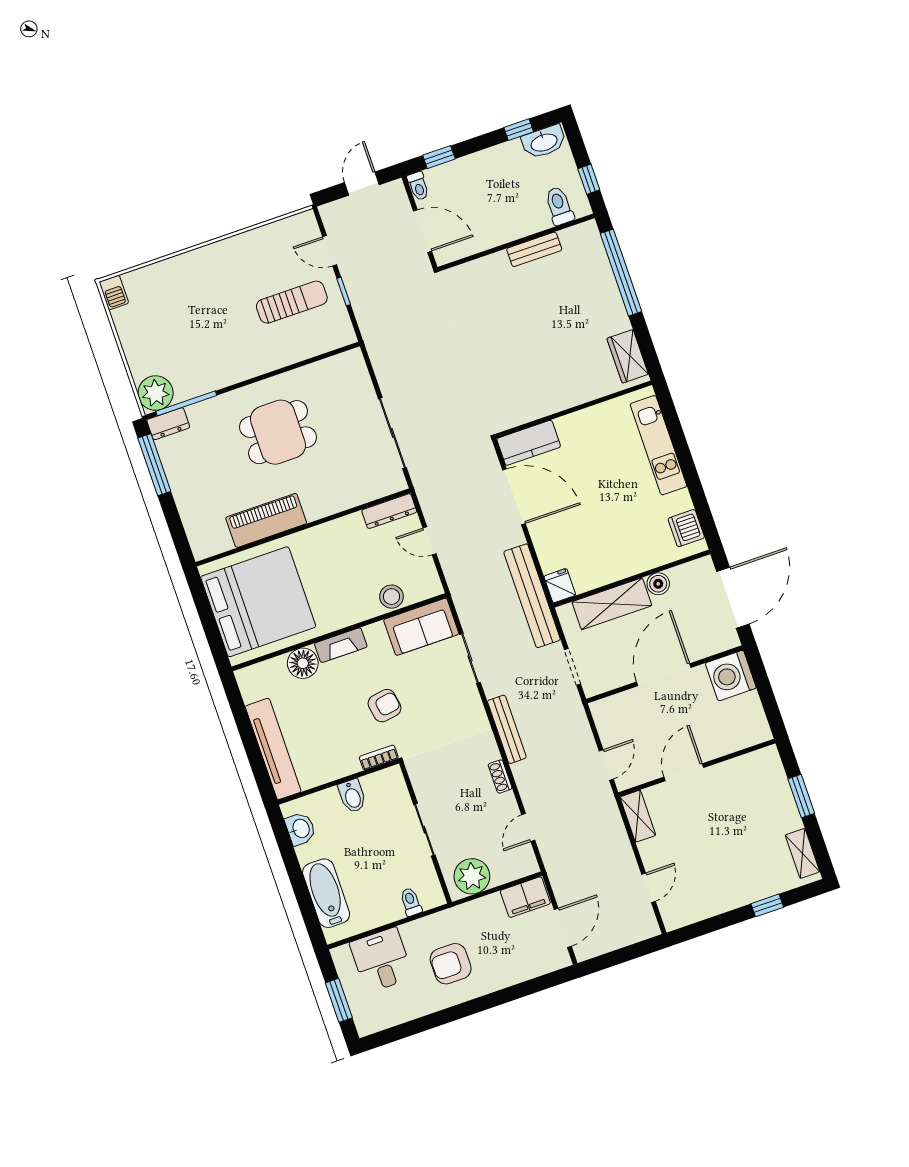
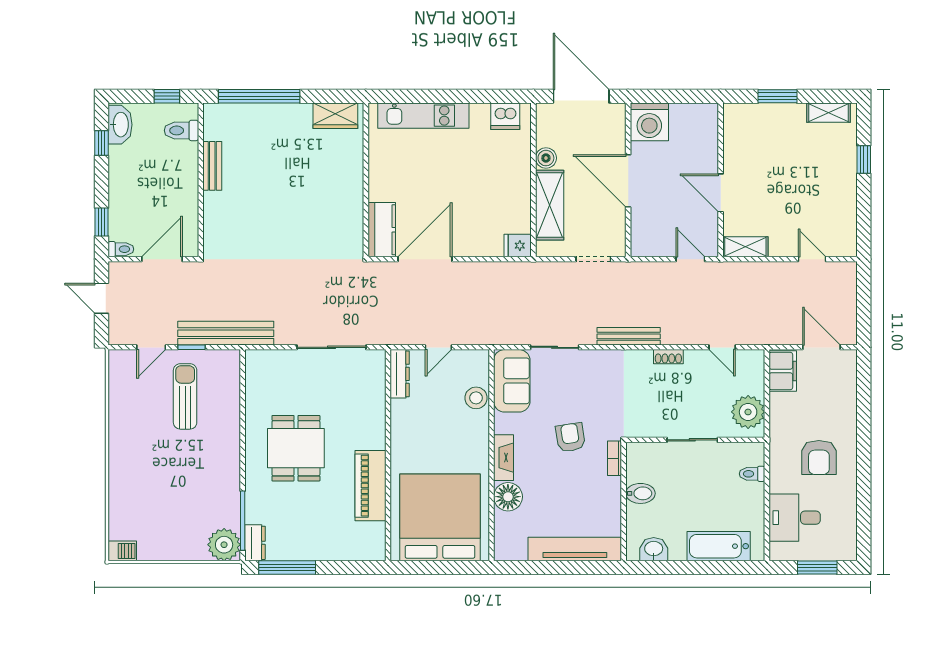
bench: (532, 596) -> (226, 333), moved

